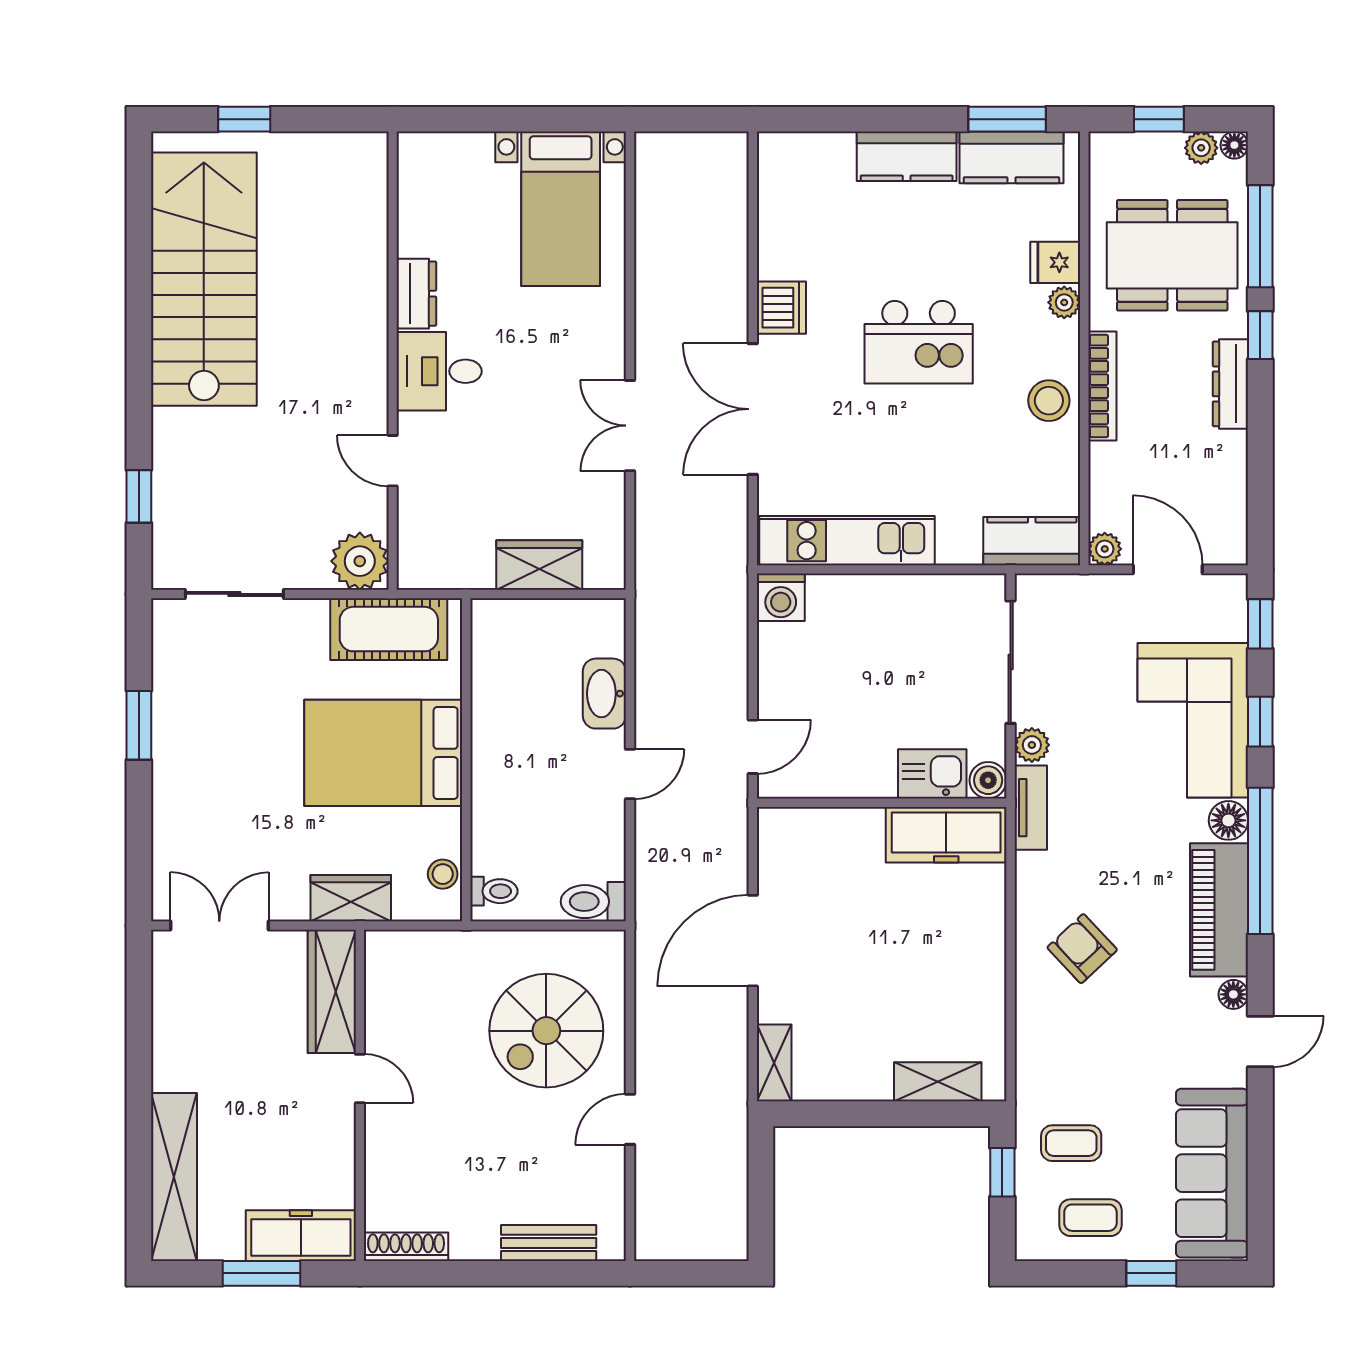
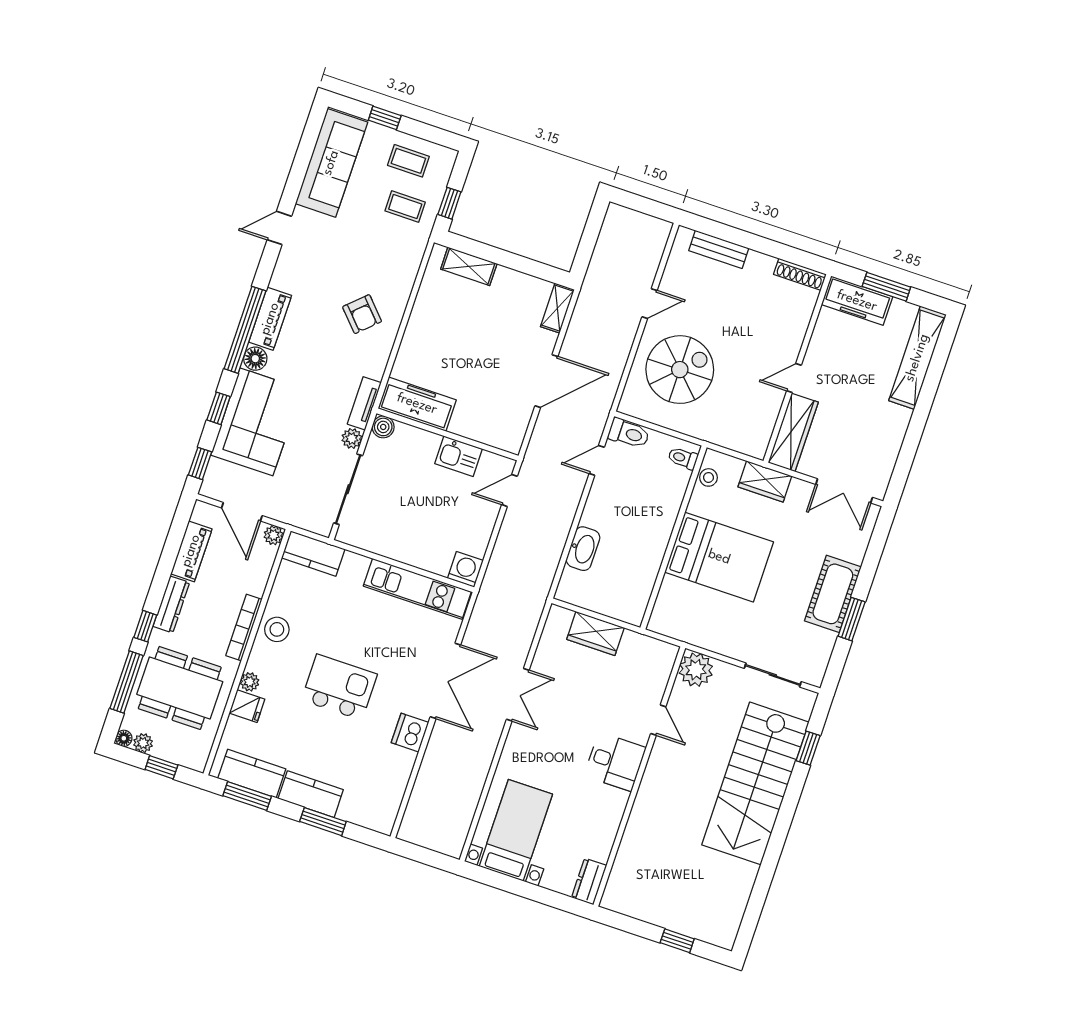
window: (872, 119) -> (323, 822), added
stairs: (204, 279) -> (755, 783), moved
dresser: (416, 294) -> (589, 881), moved
piano: (1227, 479) -> (191, 551), added
cot: (389, 629) -> (833, 594), moved, turned 90
door: (630, 774) -> (597, 460), moved
kitchen sink: (932, 774) -> (458, 456), moved
piano: (1219, 910) -> (270, 319), width x0.73, depth x0.75
floor lamp: (1233, 994) -> (286, 260), removed
door: (360, 1078) -> (794, 378), hinge flipped

